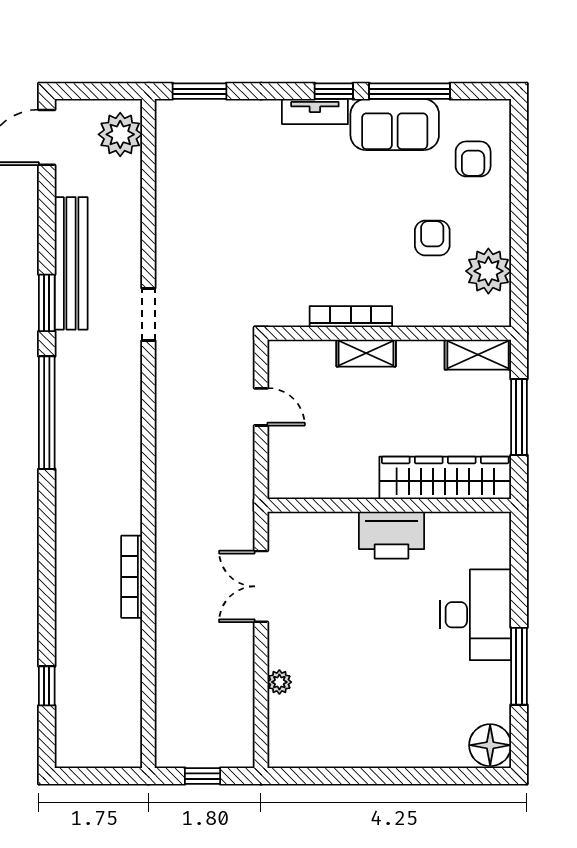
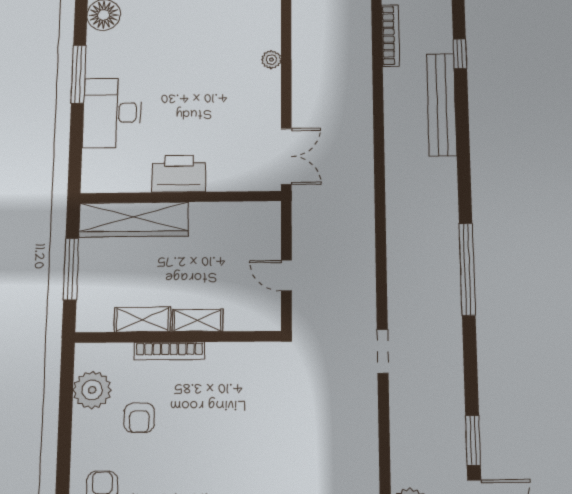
bench: (71, 263) -> (442, 105), moved
window: (47, 303) -> (473, 440), moved
bookcase: (351, 317) -> (169, 351), moved
shelving: (478, 355) -> (142, 320), moved
bookcase: (132, 577) -> (390, 35), moved
double door: (261, 586) -> (286, 156), moved

